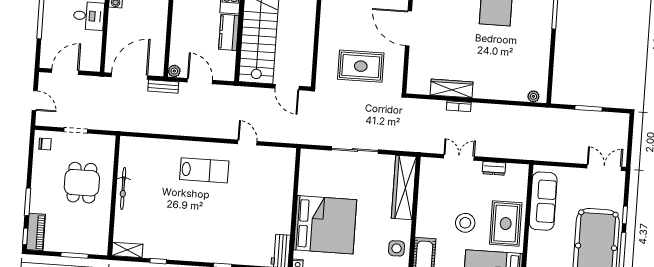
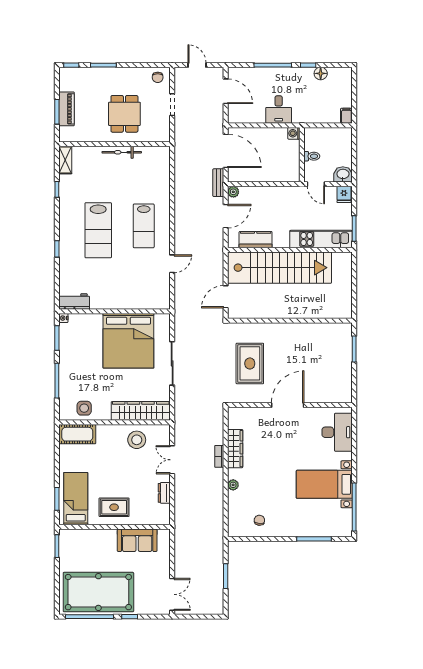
kitchen counter: (229, 32) -> (256, 240), moved
chair: (531, 68) -> (259, 520), added
plant: (533, 96) -> (233, 485), moved
door: (35, 101) -> (197, 65), swing flipped
double door: (459, 157) -> (172, 460), swing flipped
dining table: (82, 183) -> (124, 114), turned 90
sofa: (543, 201) -> (137, 540), width x0.73
lab bench: (206, 220) -> (98, 230), added
stool: (465, 223) -> (137, 440), moved
rug: (506, 224) -> (114, 507), width x0.73, depth x0.70
bed: (325, 225) -> (128, 341), moved
piano: (36, 232) -> (67, 109), moved, turned -90

